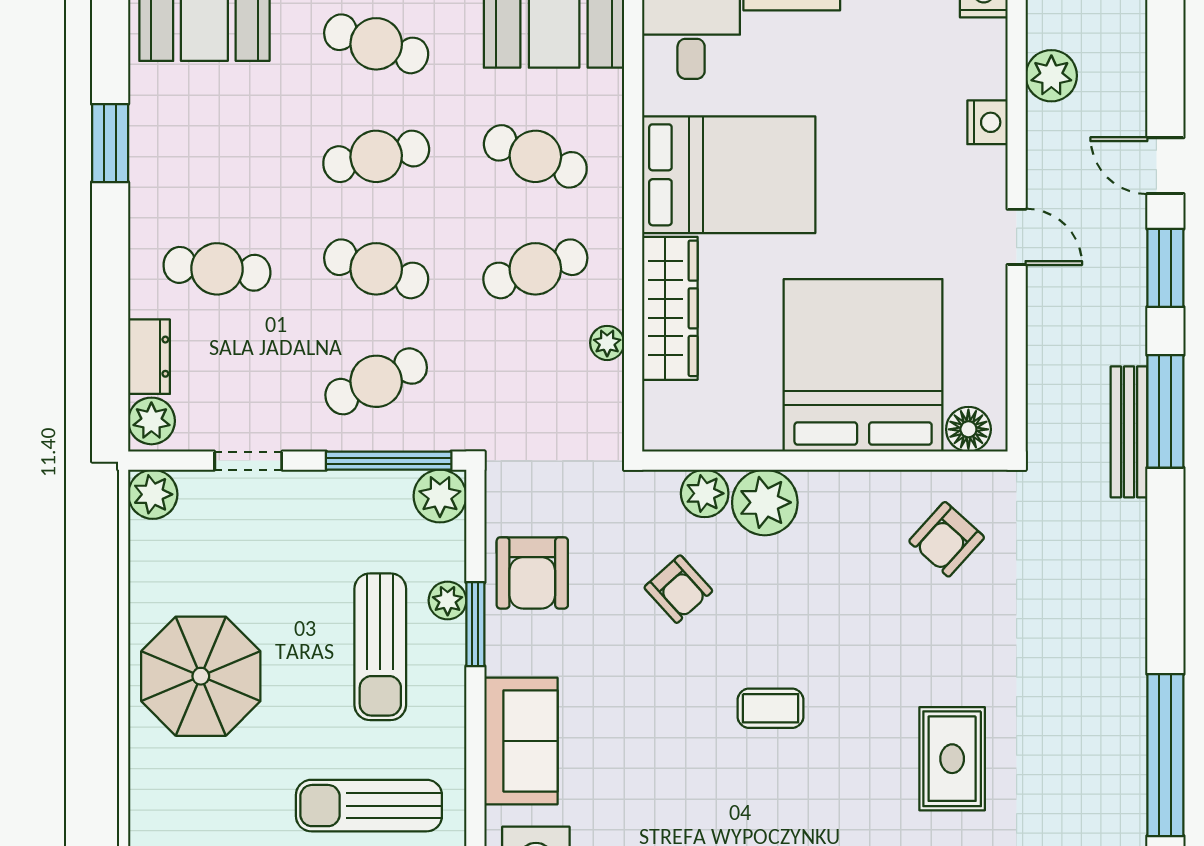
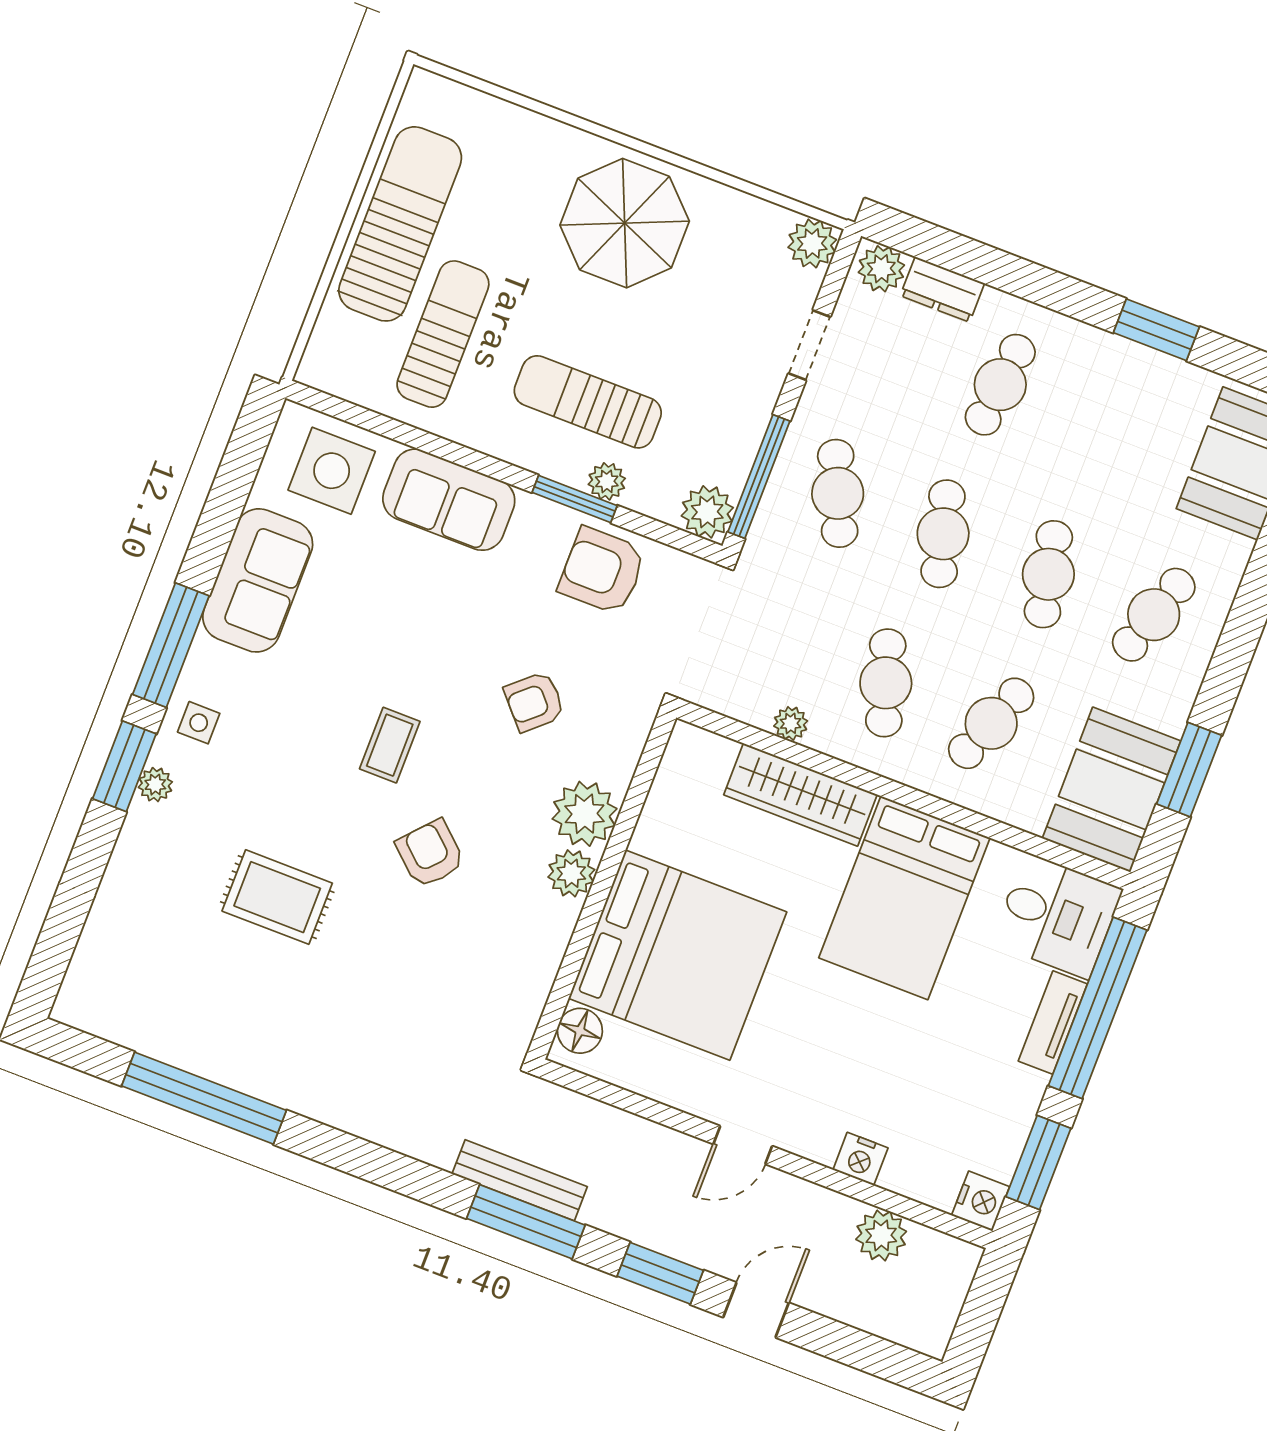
cafe table: (376, 269) -> (943, 534), turned -33
plant: (705, 493) -> (571, 873), moved
armchair: (947, 539) -> (430, 854), moved

